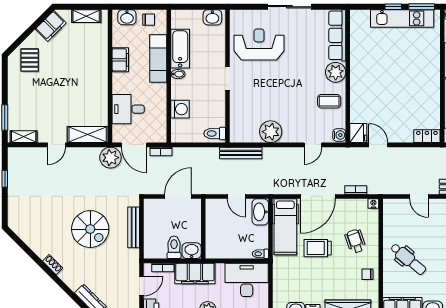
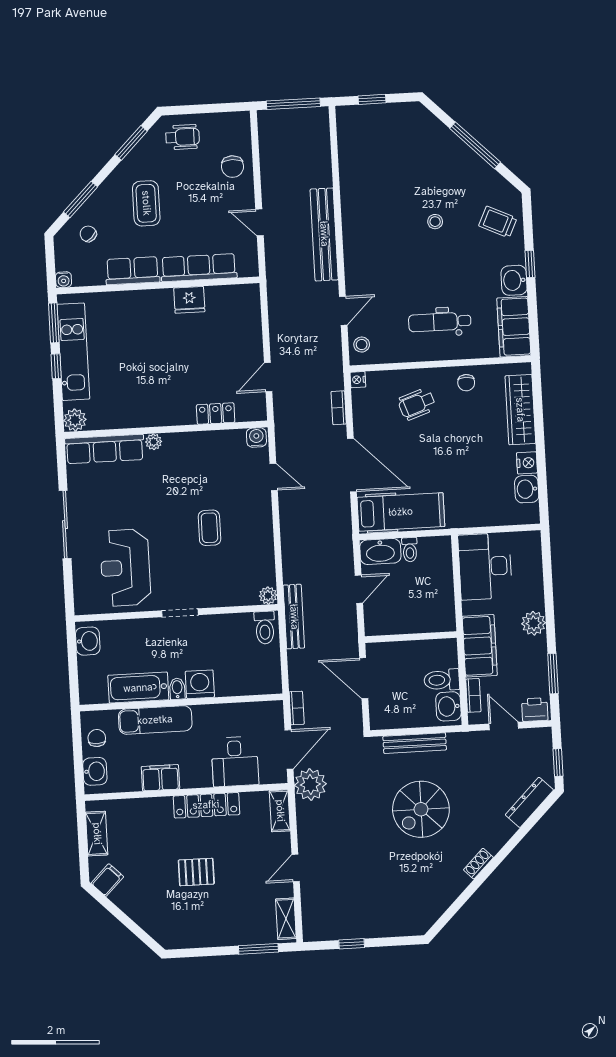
plant: (357, 17) -> (75, 420), added
filing cabinet: (51, 26) -> (107, 880), width x0.50
pallet: (30, 60) -> (196, 872), moved
plant: (336, 72) -> (154, 442), width x0.53, depth x0.53
locker: (101, 89) -> (206, 805), added
coffee table: (329, 101) -> (209, 528), moved
washing machine: (180, 109) -> (200, 684), moved
plant: (271, 132) -> (268, 596), moved, width x0.53, depth x0.53
fridge: (358, 133) -> (189, 300), moved, turned 180
shelving: (88, 135) -> (280, 811), width x0.67, depth x0.75
locker: (427, 136) -> (216, 414), moved, turned 90
door: (56, 145) -> (296, 868), swing flipped
bench: (241, 153) -> (294, 617), moved
stool: (396, 207) -> (362, 345), added
spiral stairs: (90, 229) -> (421, 809), turned 180
trolley: (318, 248) -> (431, 461), removed
washbasin: (192, 251) -> (448, 706), moved
toilet: (260, 254) -> (410, 550), moved
dental chair: (408, 259) -> (440, 322), turned -130

